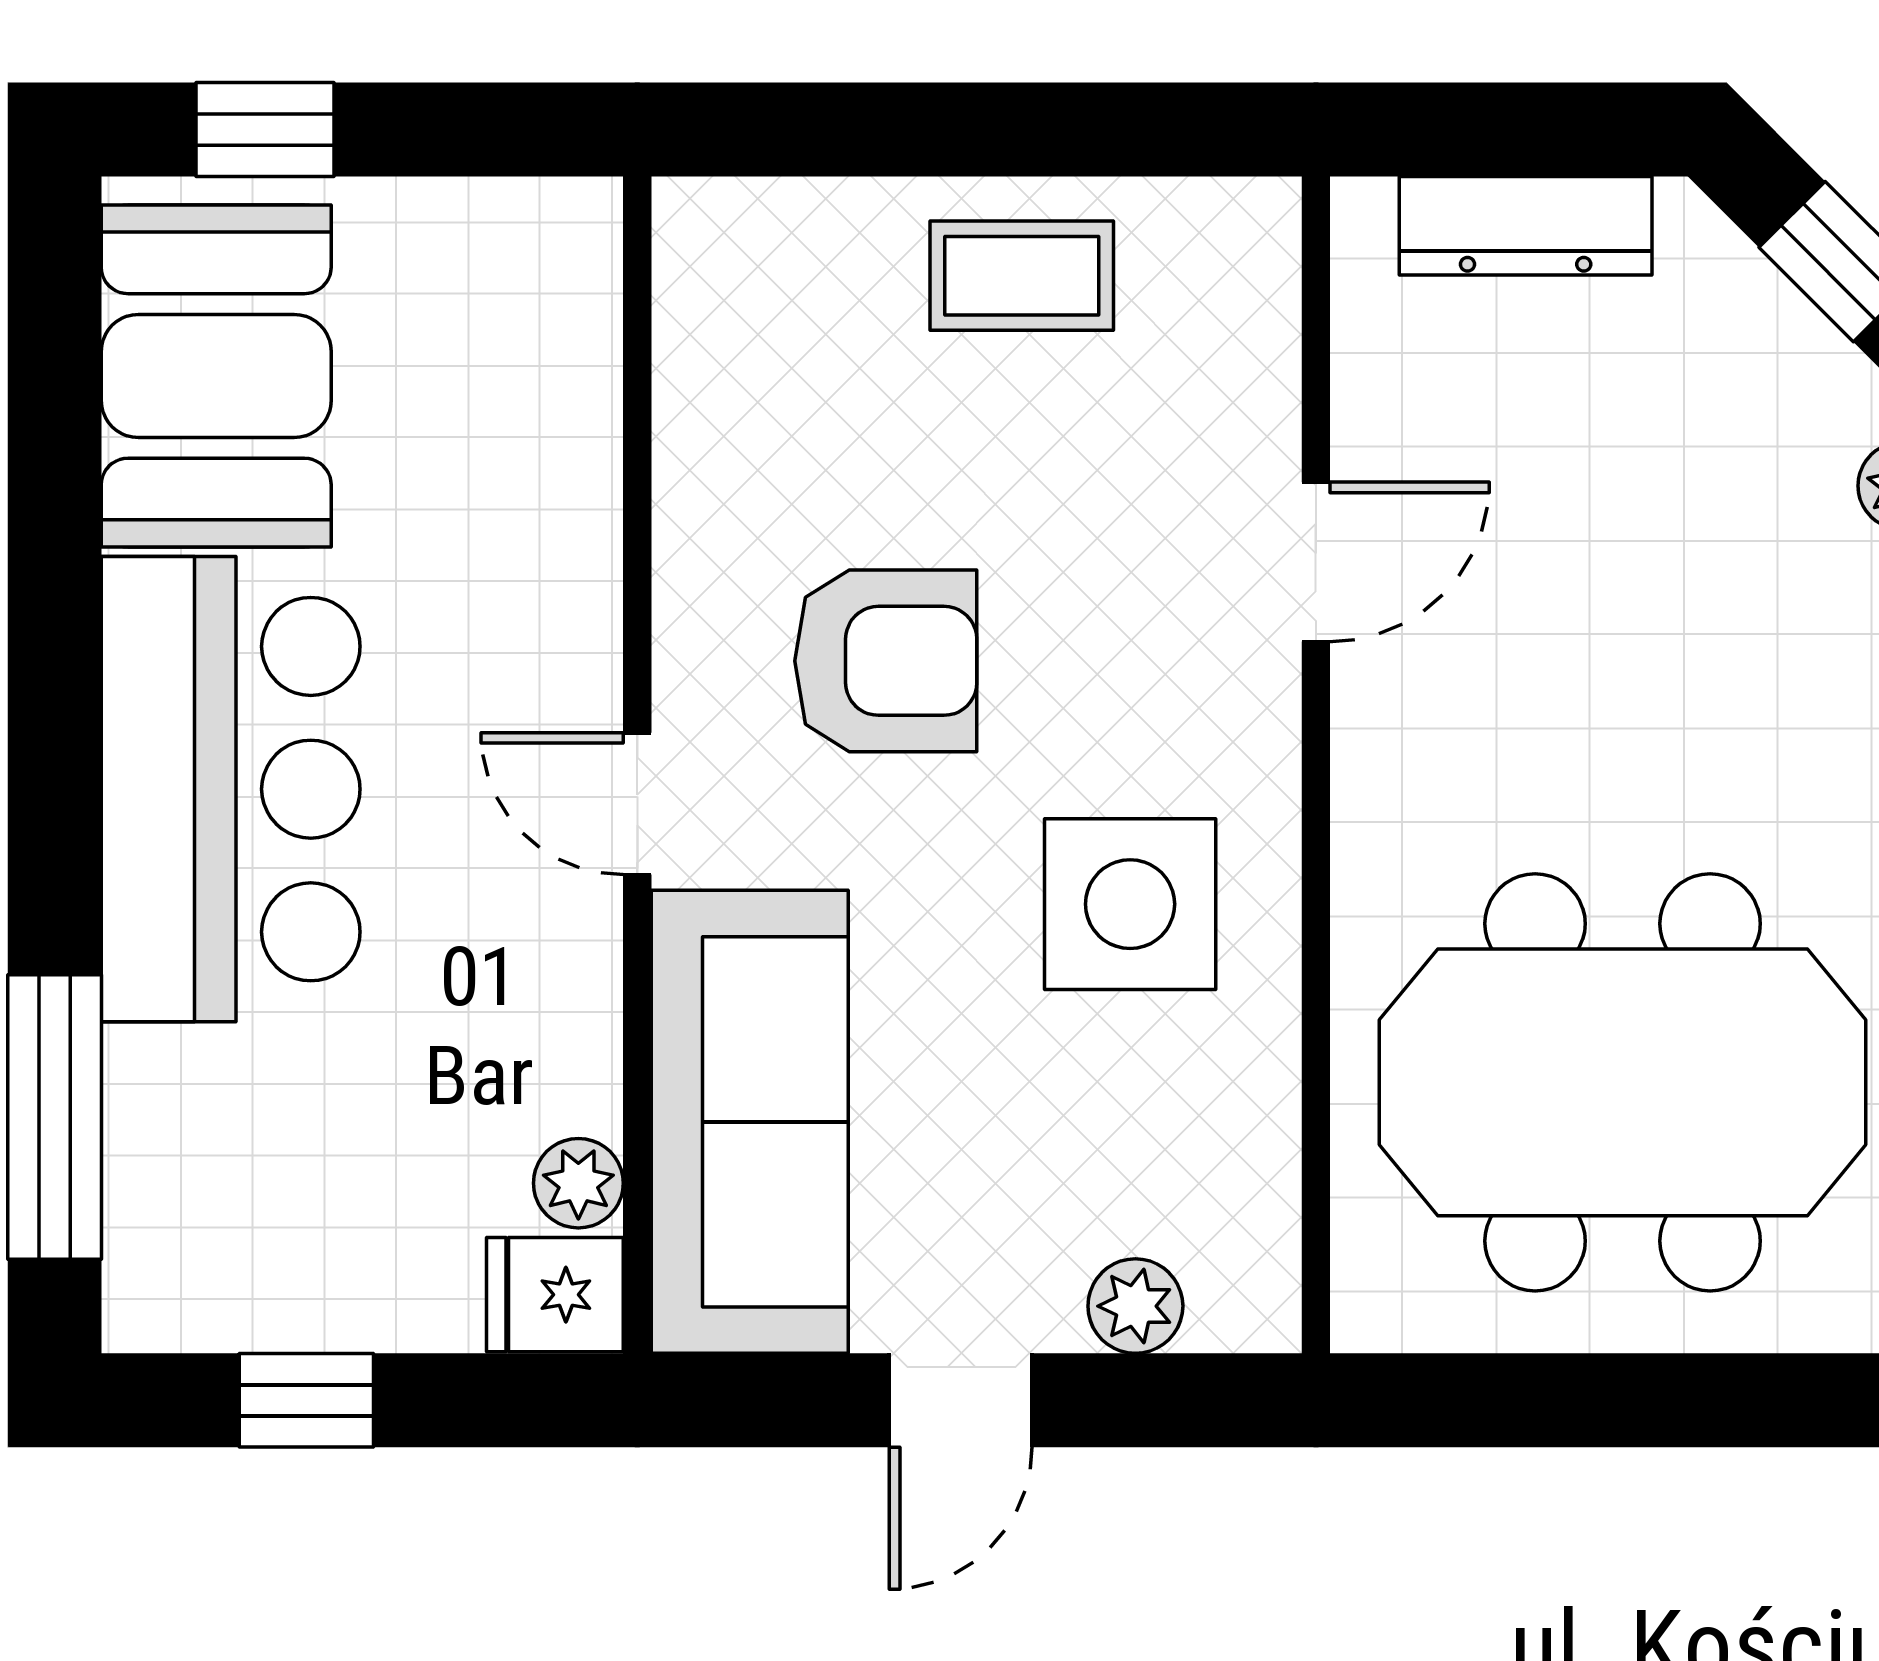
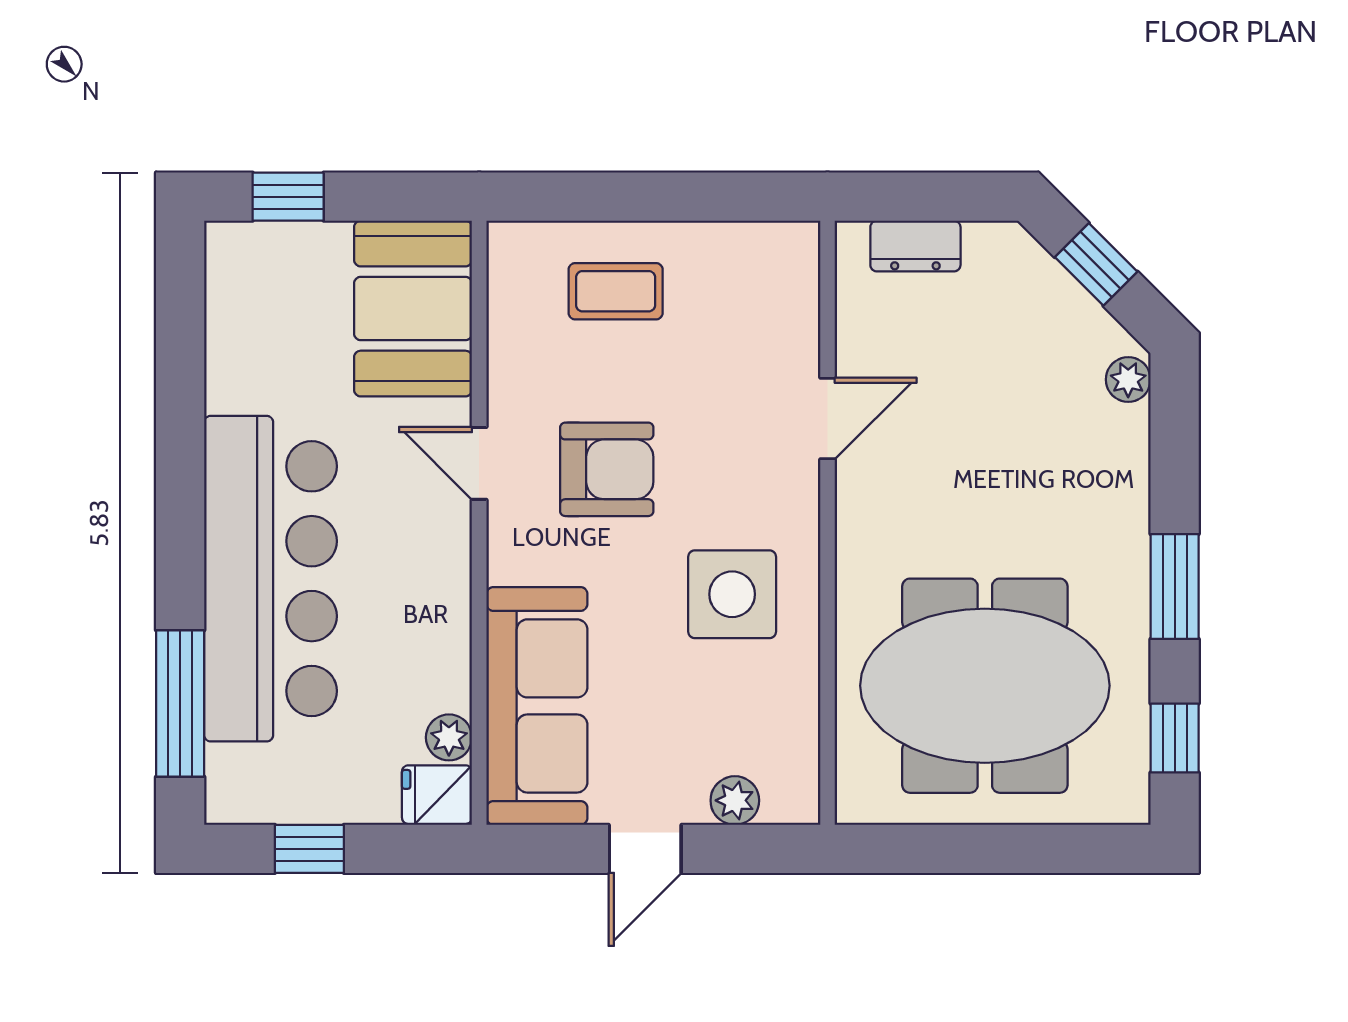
dresser: (1526, 226) -> (915, 246), width x0.70
coffee table: (1022, 276) -> (616, 291), moved
booth: (216, 376) -> (413, 309), moved
bar counter: (231, 789) -> (271, 579), width x1.36
door: (637, 804) -> (479, 463), moved

